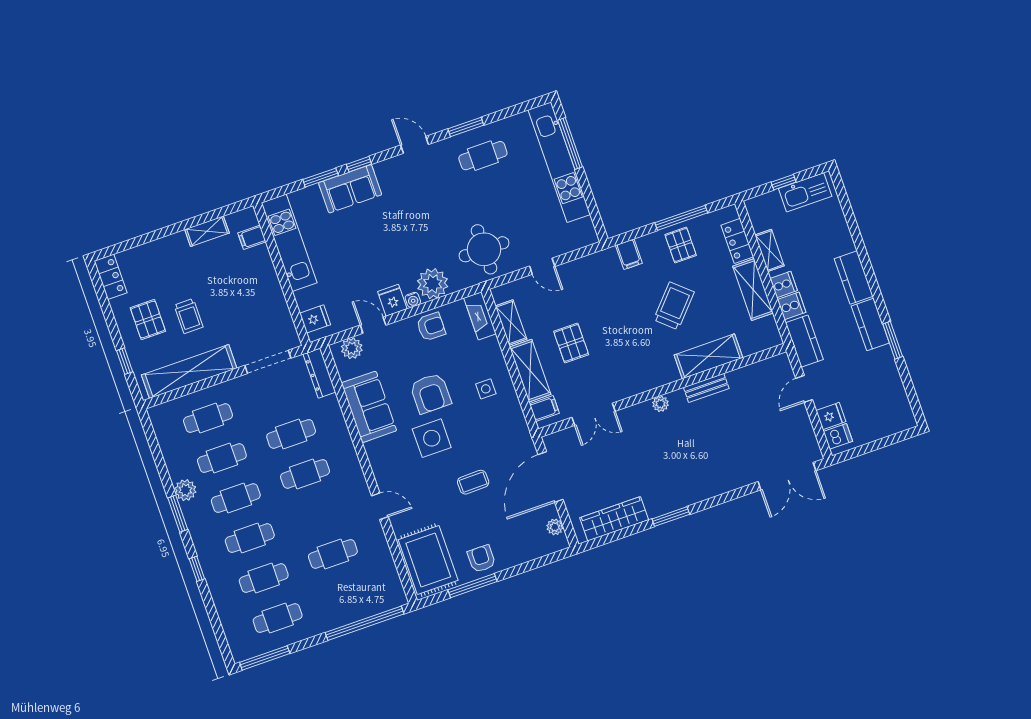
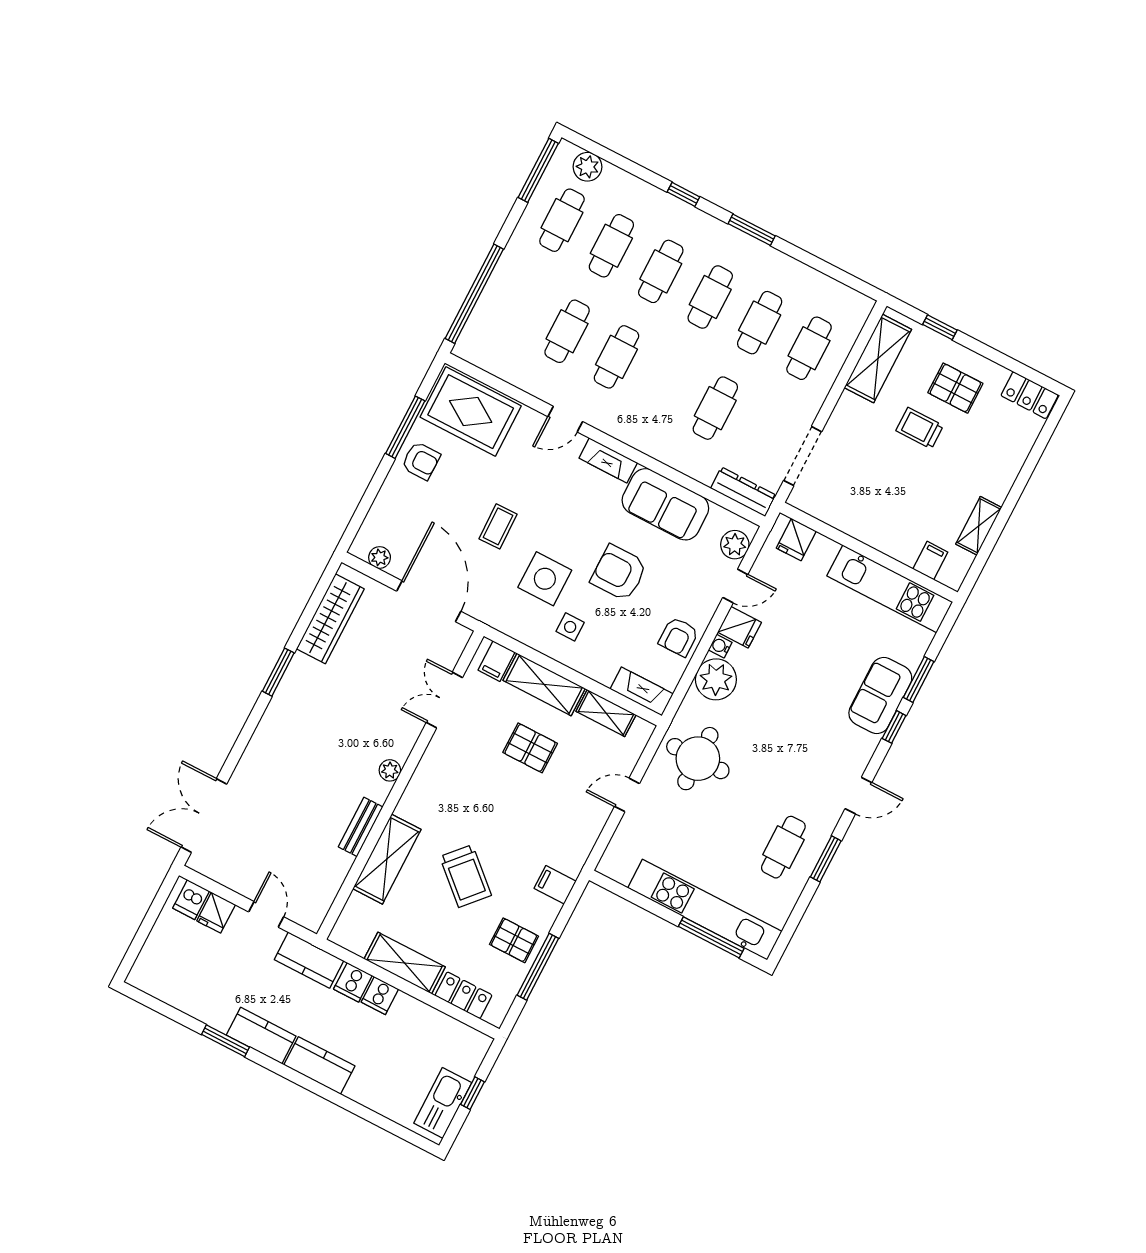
shelving: (770, 250) -> (424, 1015), removed
shelving: (189, 372) -> (878, 358), width x0.68
side table: (432, 438) -> (545, 579), moved
fireplace: (378, 461) -> (608, 460), added
cafe table: (305, 474) -> (616, 357), moved
plant: (185, 490) -> (587, 167), moved

